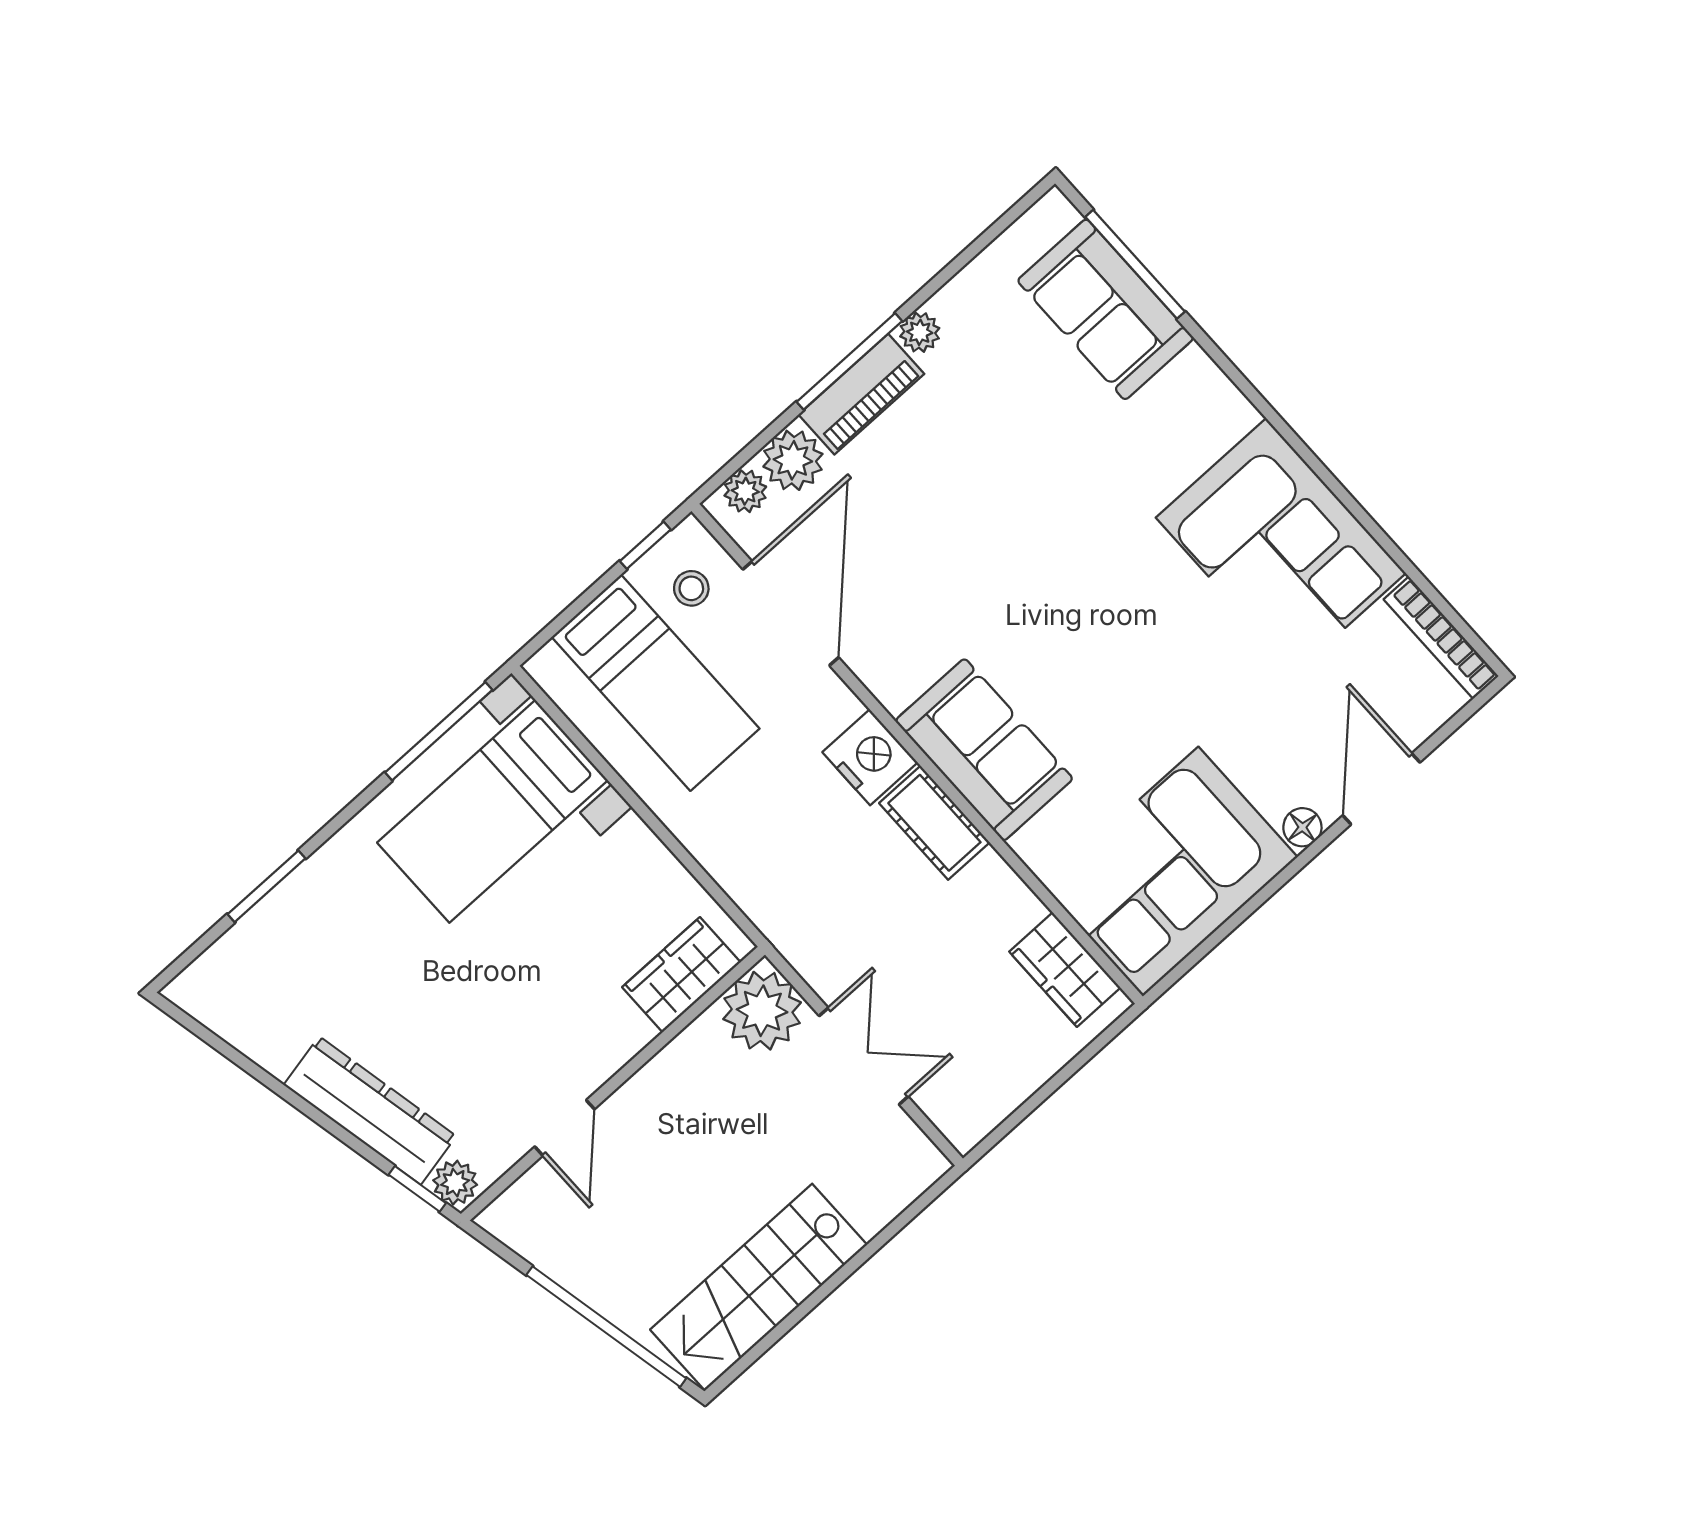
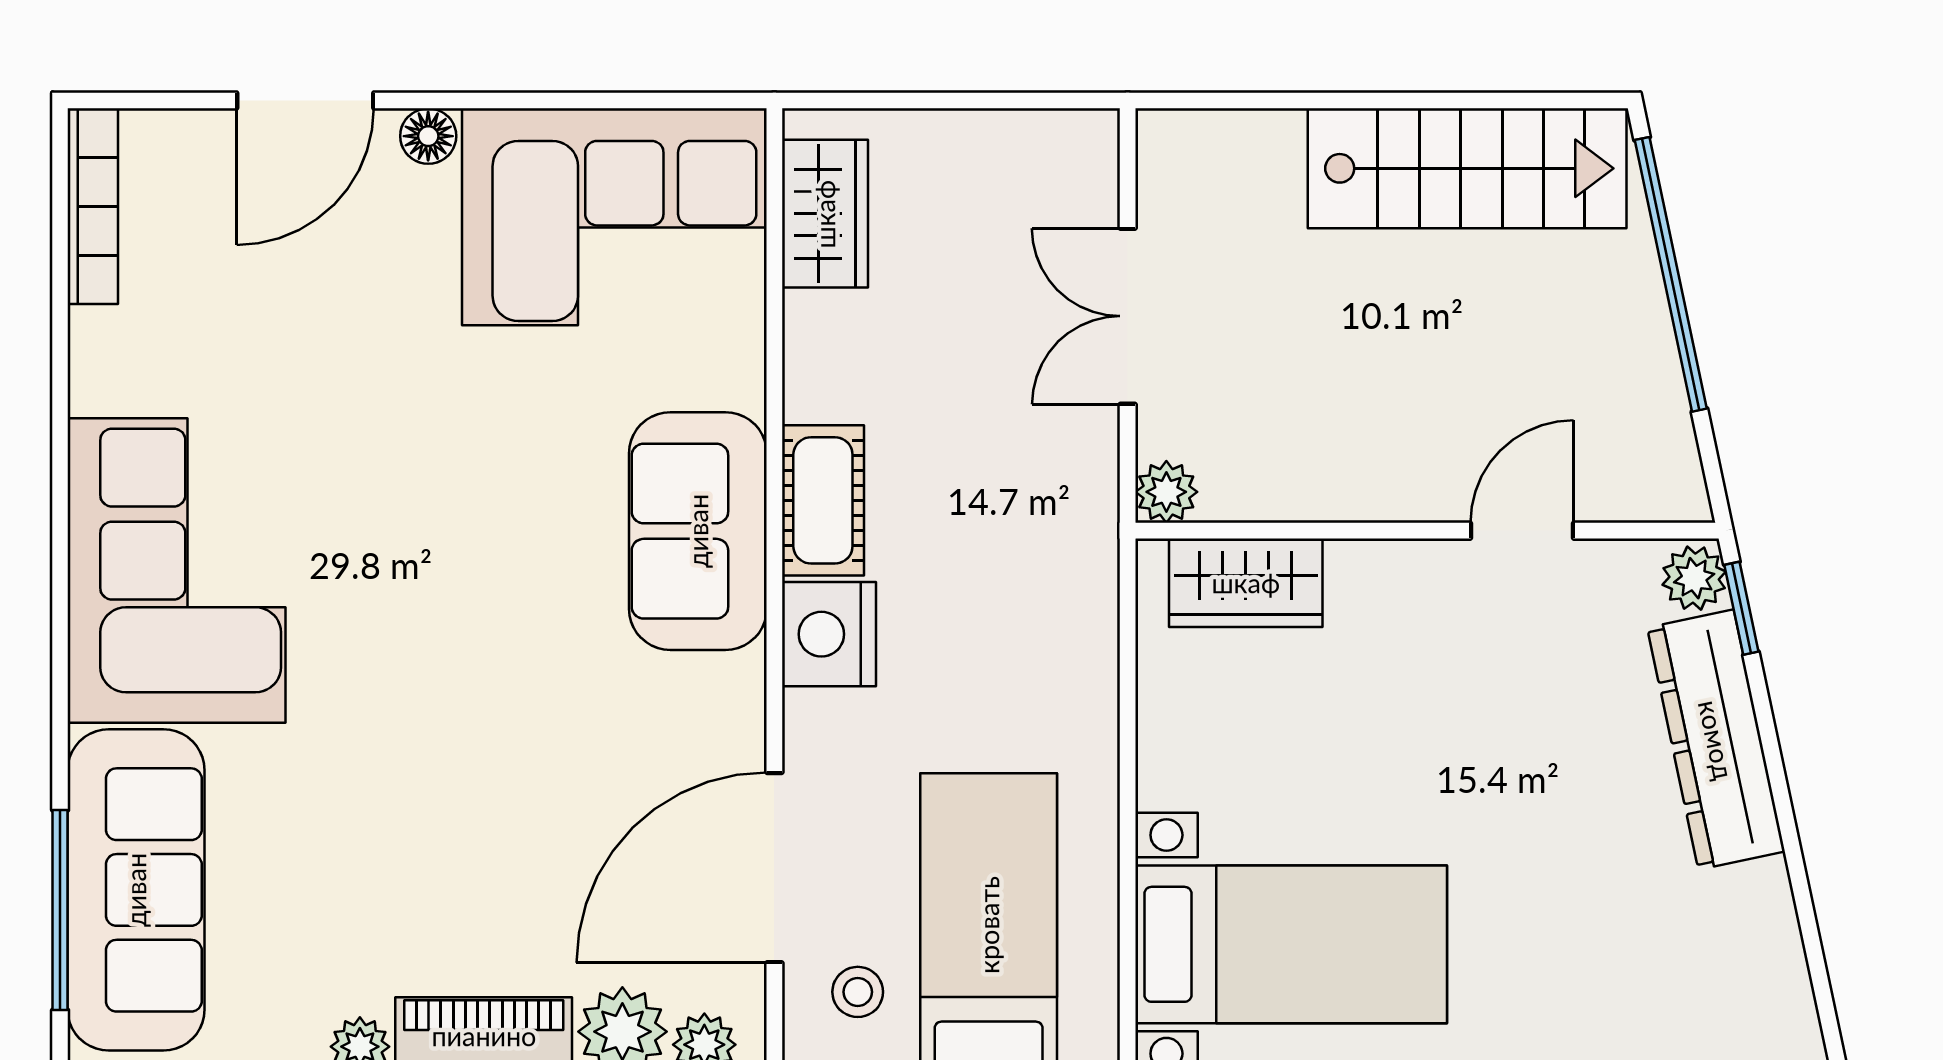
sofa: (1106, 309) -> (136, 890), width x1.36
corner sofa: (1281, 545) -> (177, 571), moved
plant: (762, 1011) -> (1166, 492), width x0.53, depth x0.53

